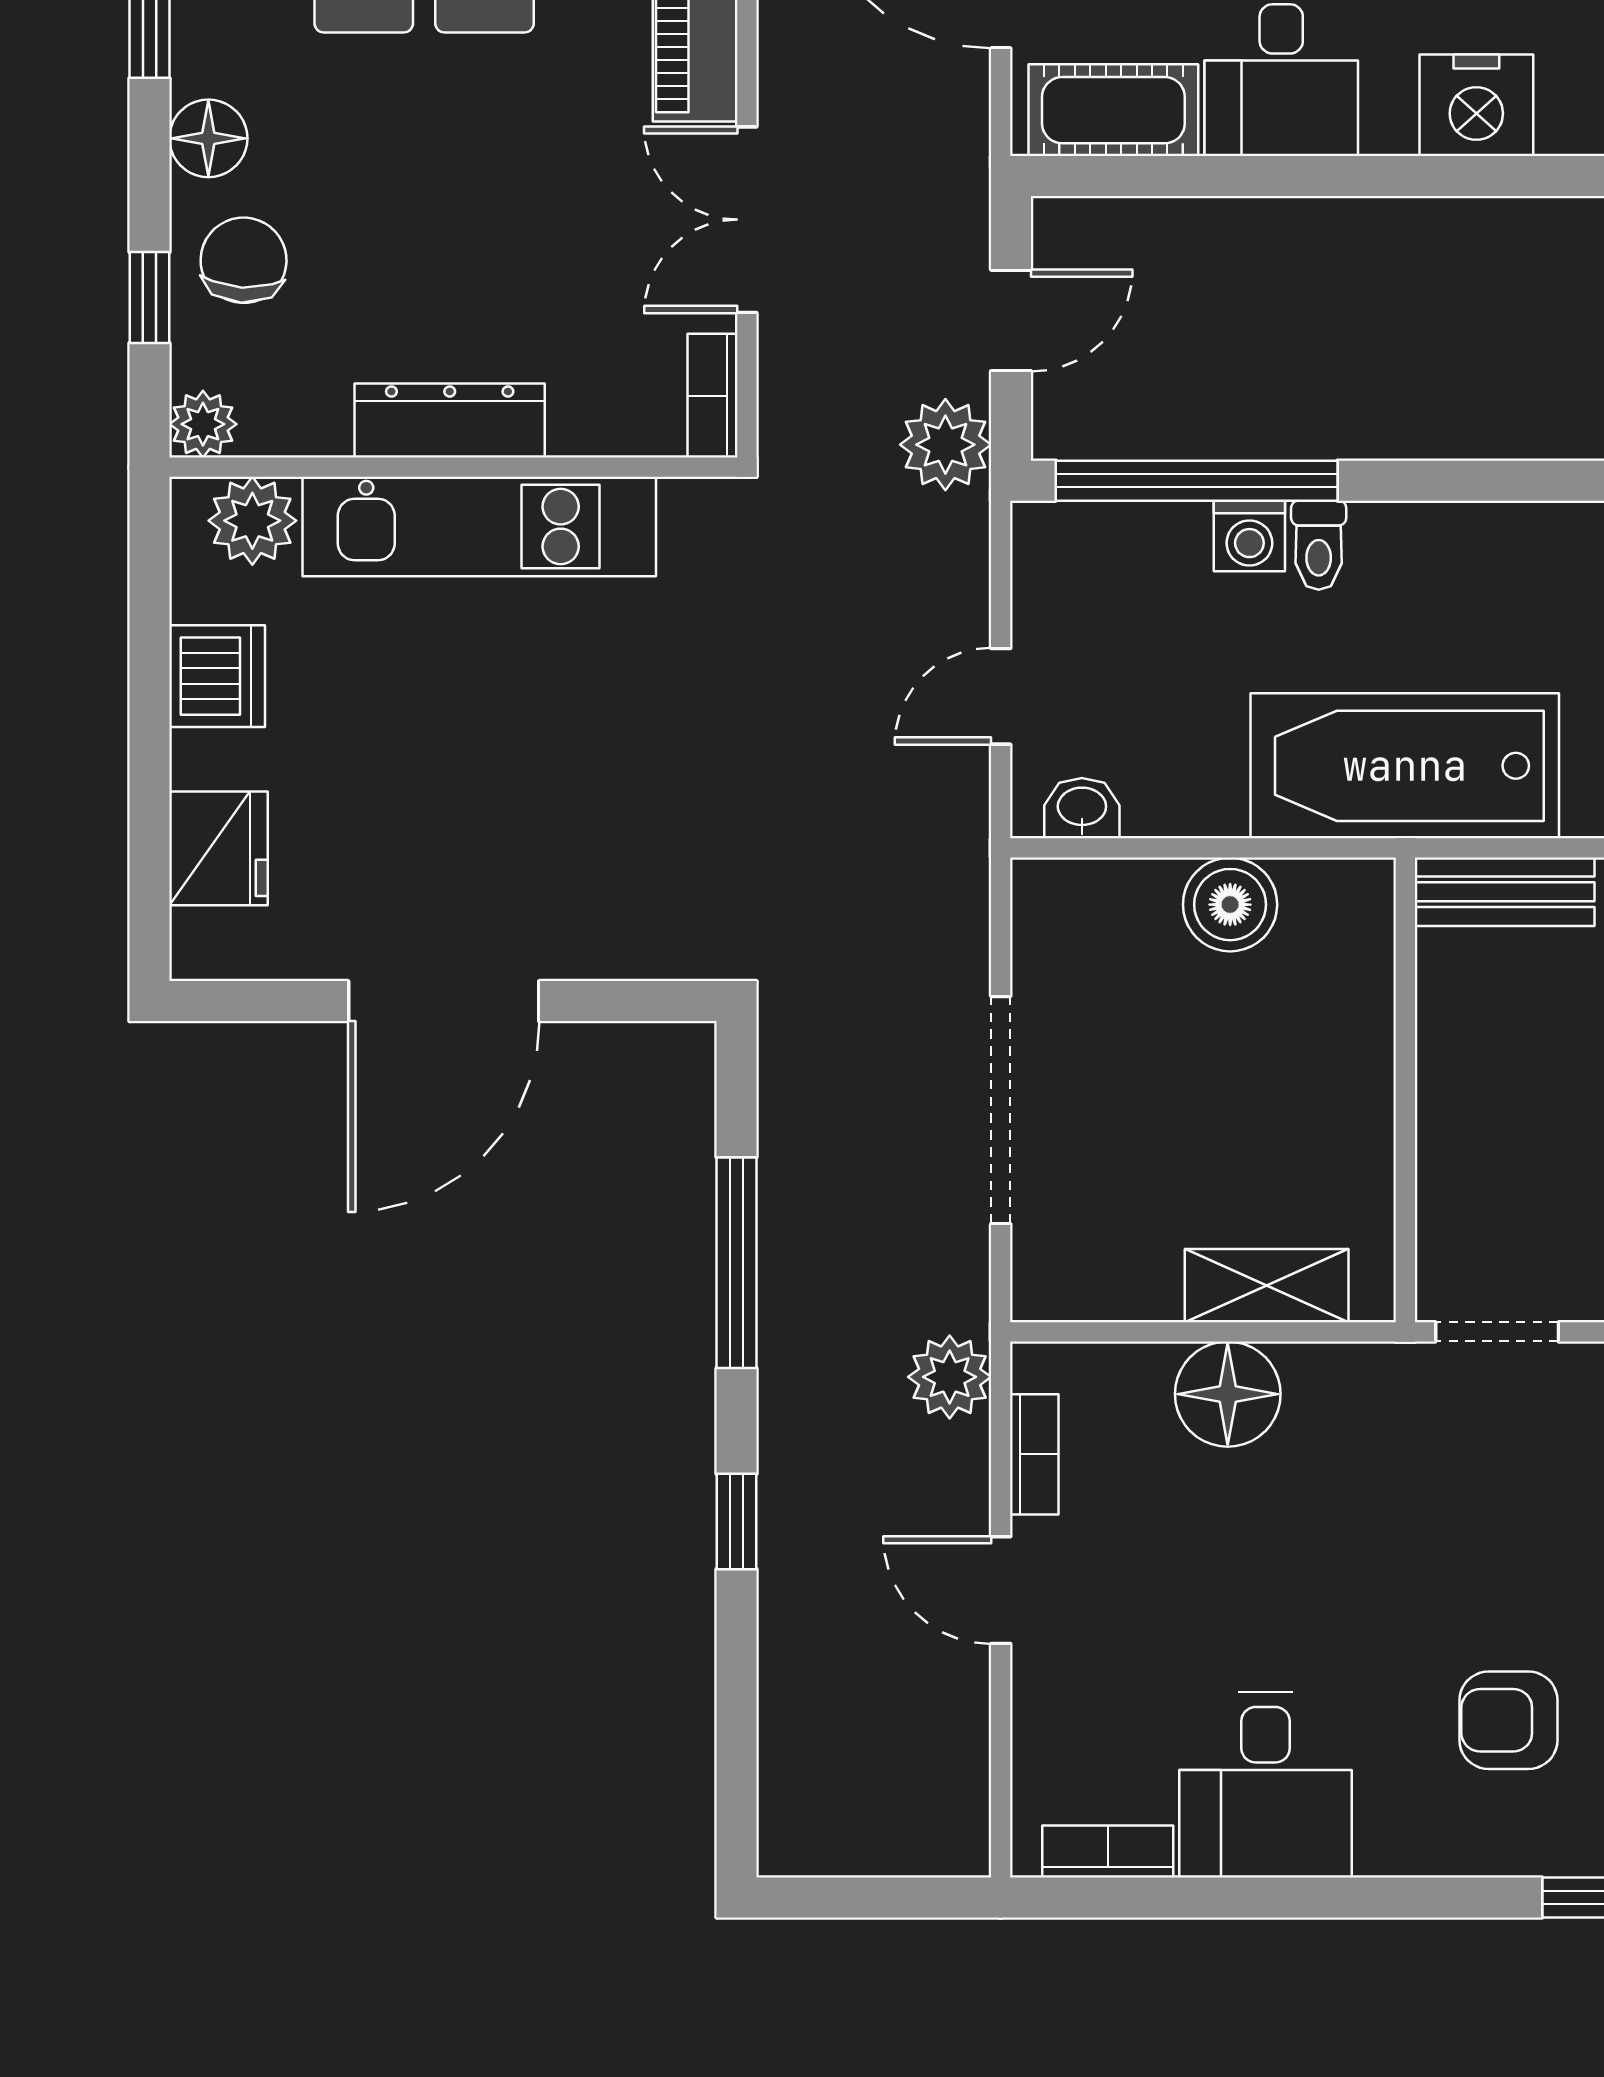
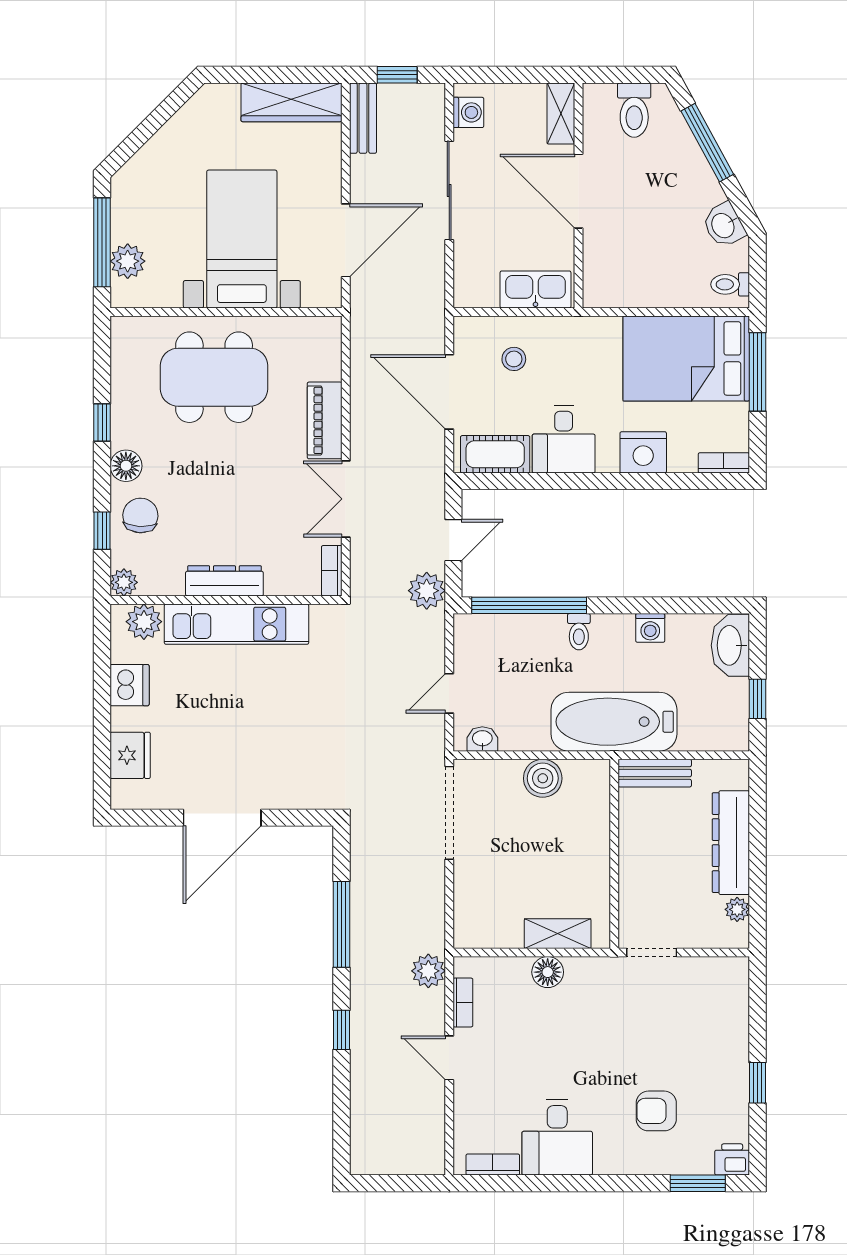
washing machine: (1249, 536) -> (650, 628), moved
doorway: (1001, 1110) -> (449, 813), moved
floor lamp: (1228, 1394) -> (548, 972), width x0.73, depth x0.73

